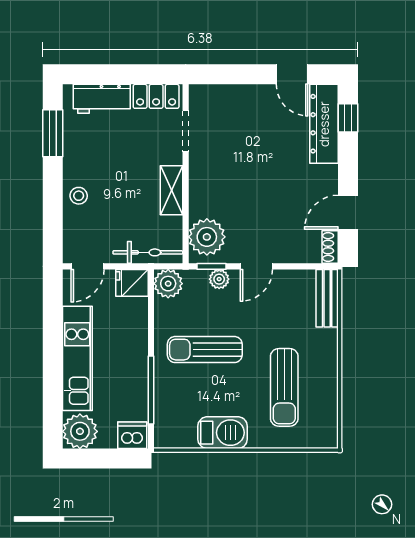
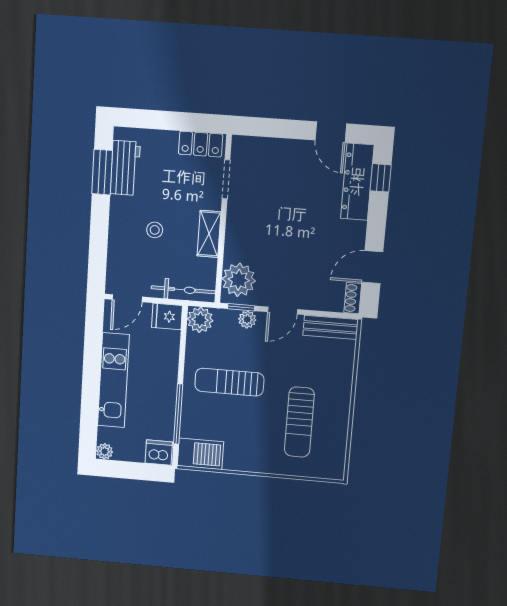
workbench: (102, 99) -> (125, 168), moved, turned -90
stool: (79, 196) -> (155, 230), moved
bench: (327, 298) -> (331, 327), moved, turned 90
plant: (80, 431) -> (105, 451), width x0.53, depth x0.53
barbecue: (223, 433) -> (200, 454), moved

